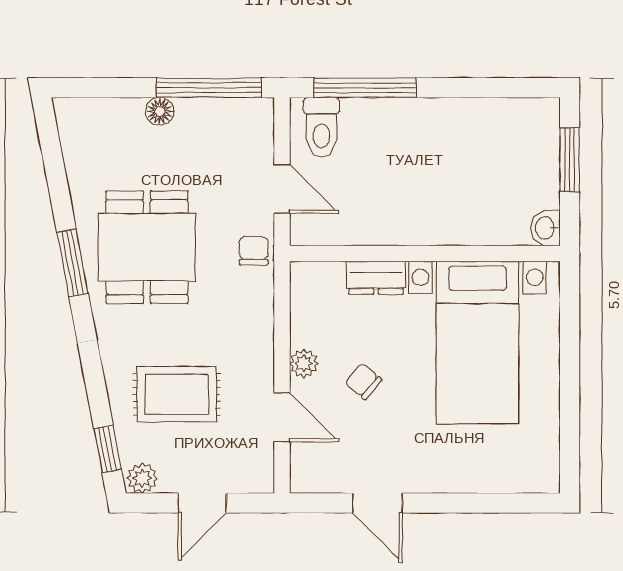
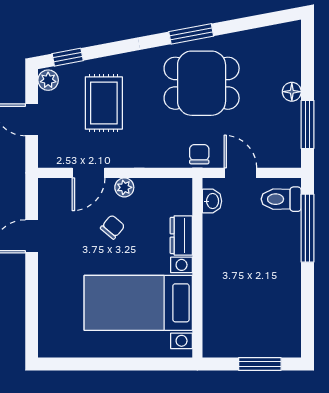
window: (209, 88) -> (307, 124), width x0.69
door: (282, 189) -> (240, 173), swing flipped
washbasin: (546, 228) -> (212, 201), moved, turned 90
chair: (254, 251) -> (199, 154), turned -90

